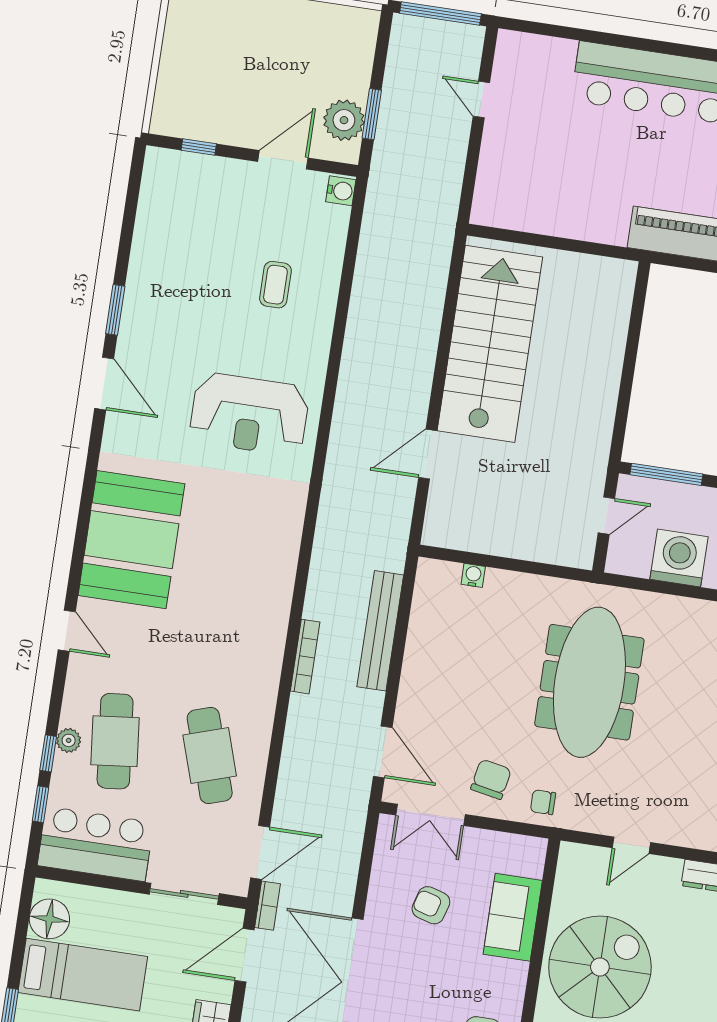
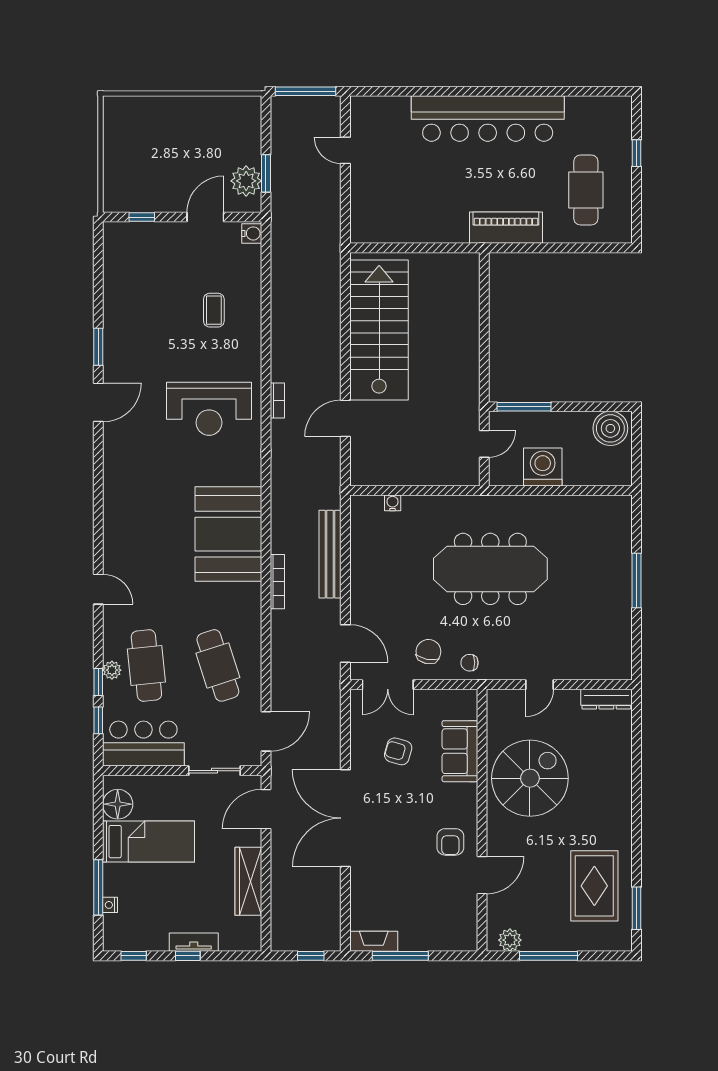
door: (104, 384) -> (98, 402), hinge flipped
booth: (131, 540) -> (228, 534), moved
meeting table: (589, 682) -> (490, 569), turned 90
bookcase: (268, 906) -> (277, 400), moved

